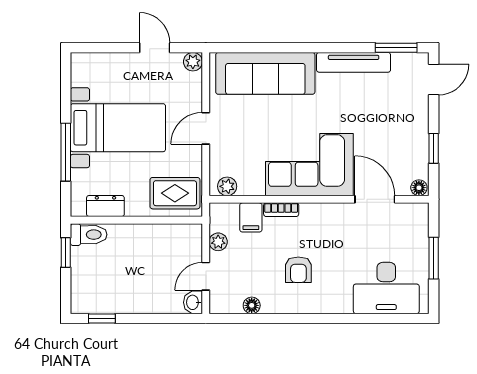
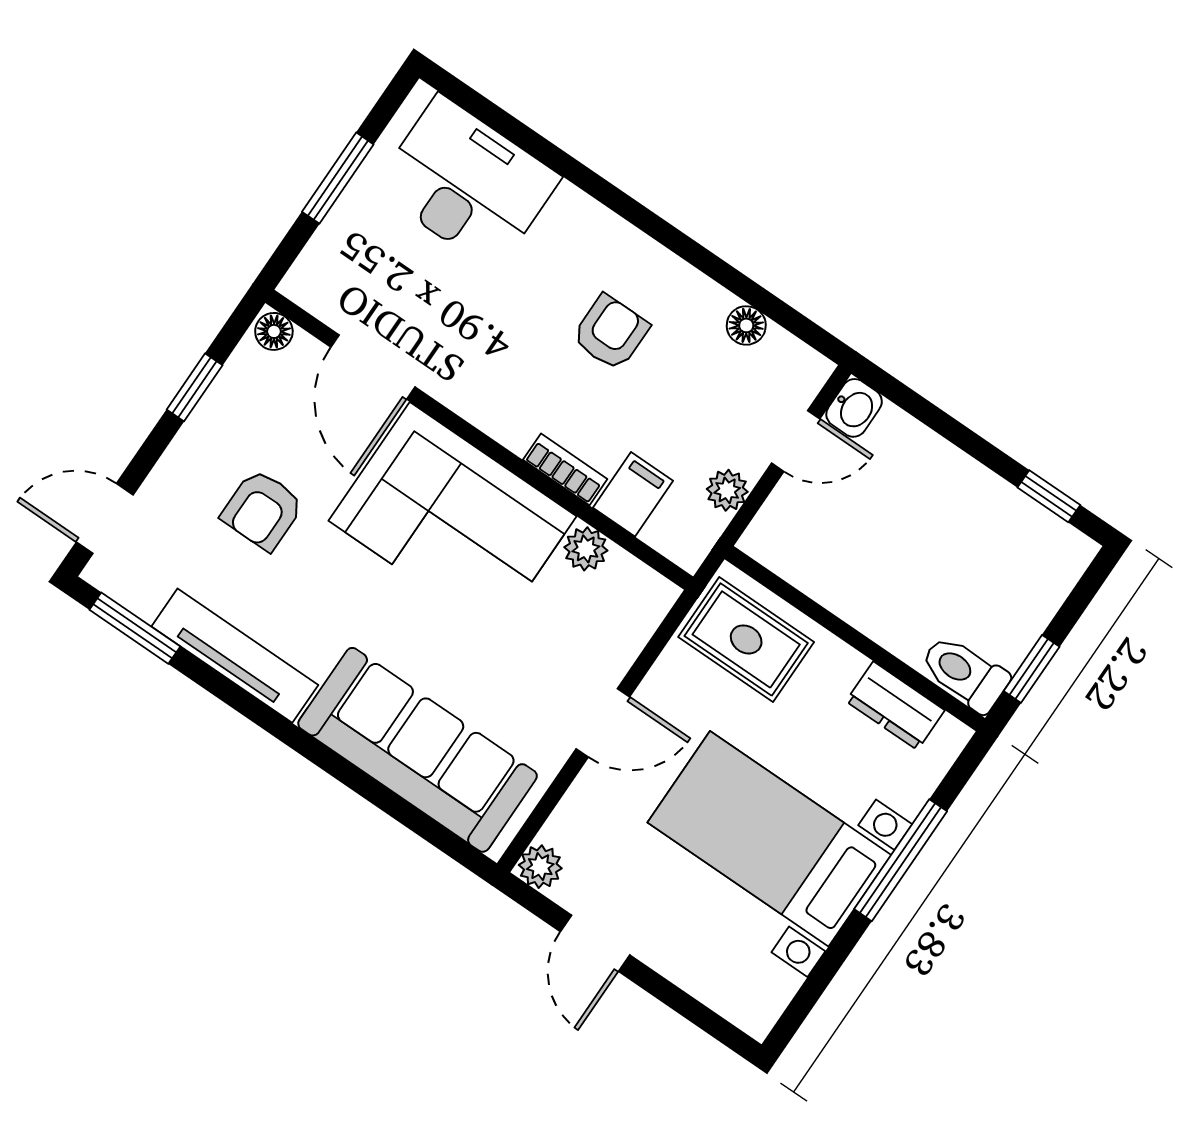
armchair: (379, 121) -> (262, 510), added
plant: (227, 186) -> (586, 549), moved

